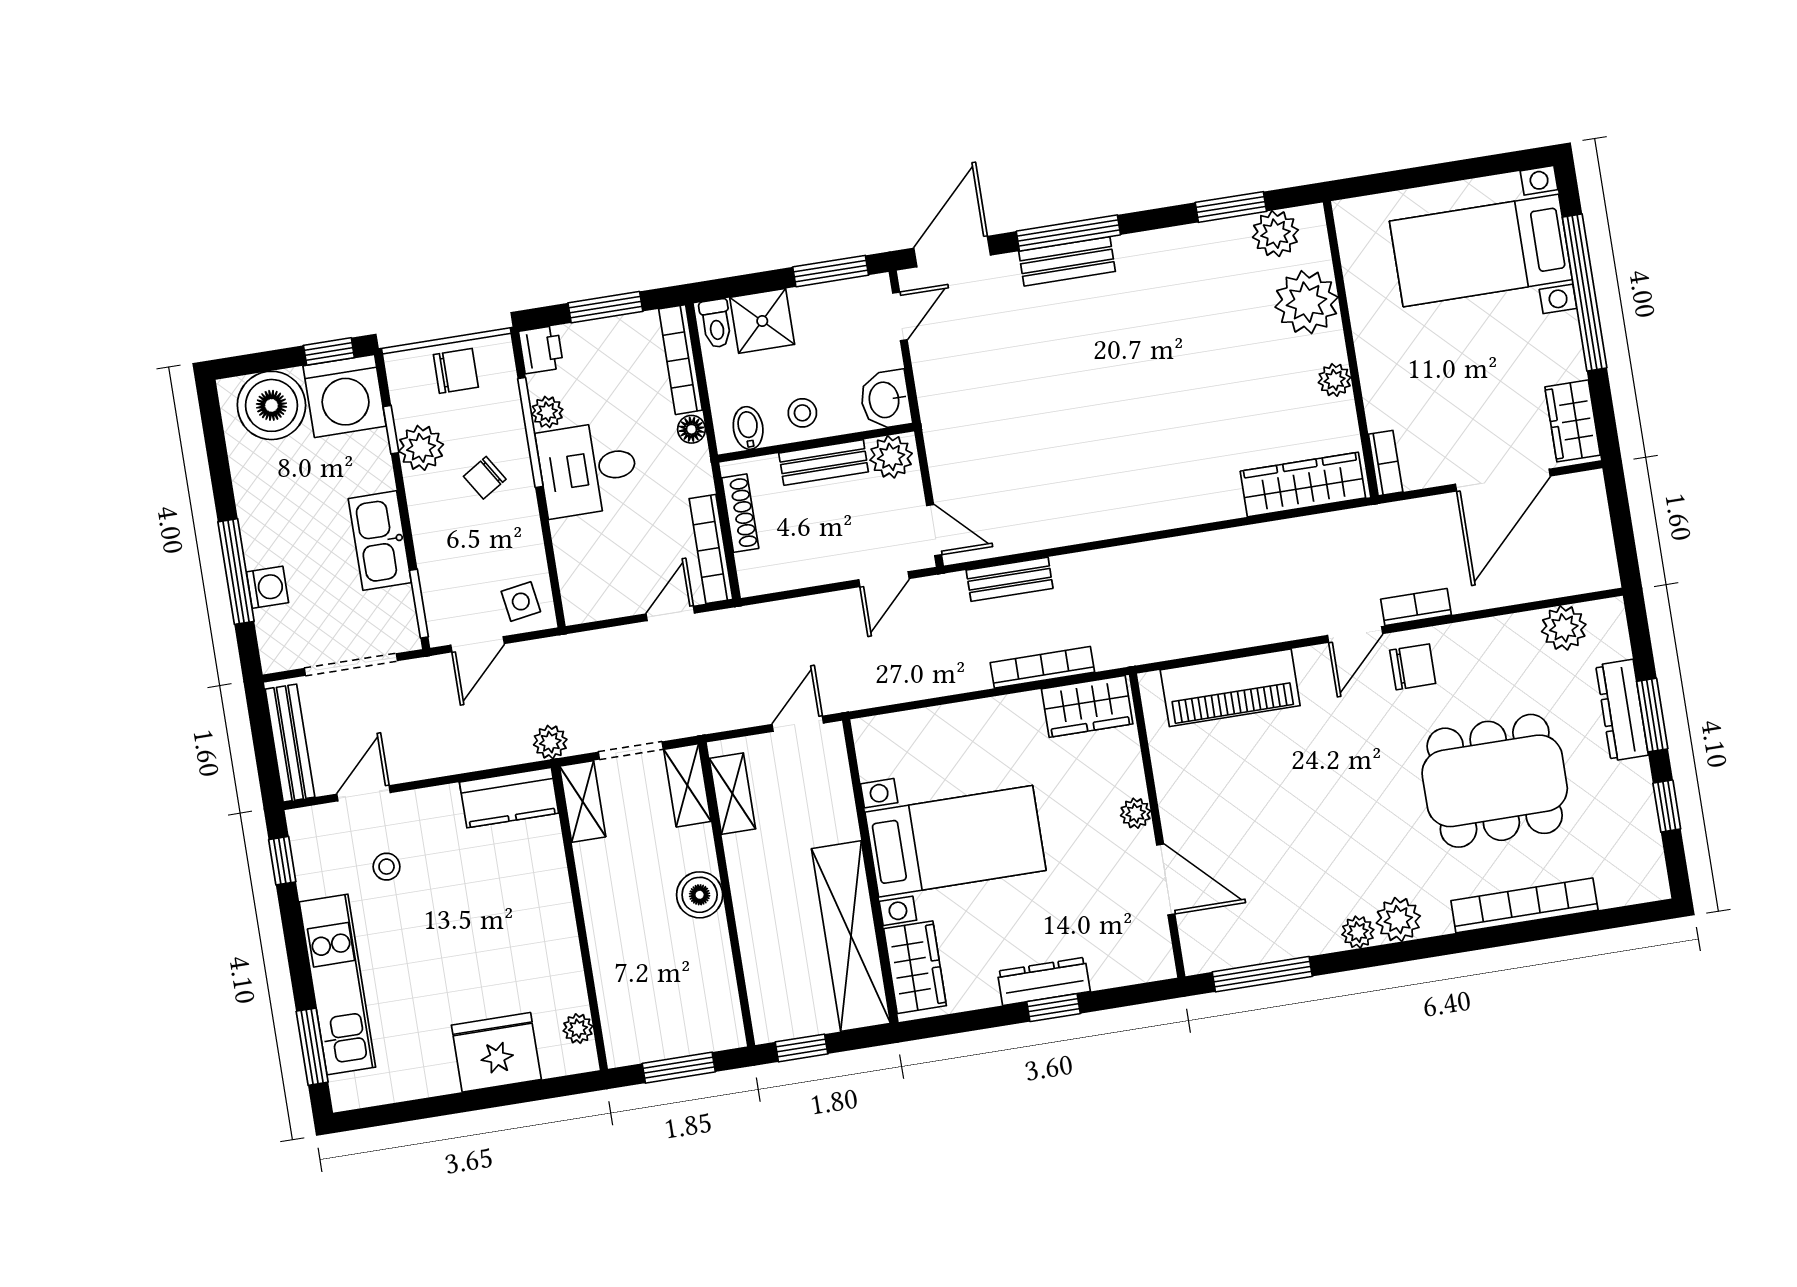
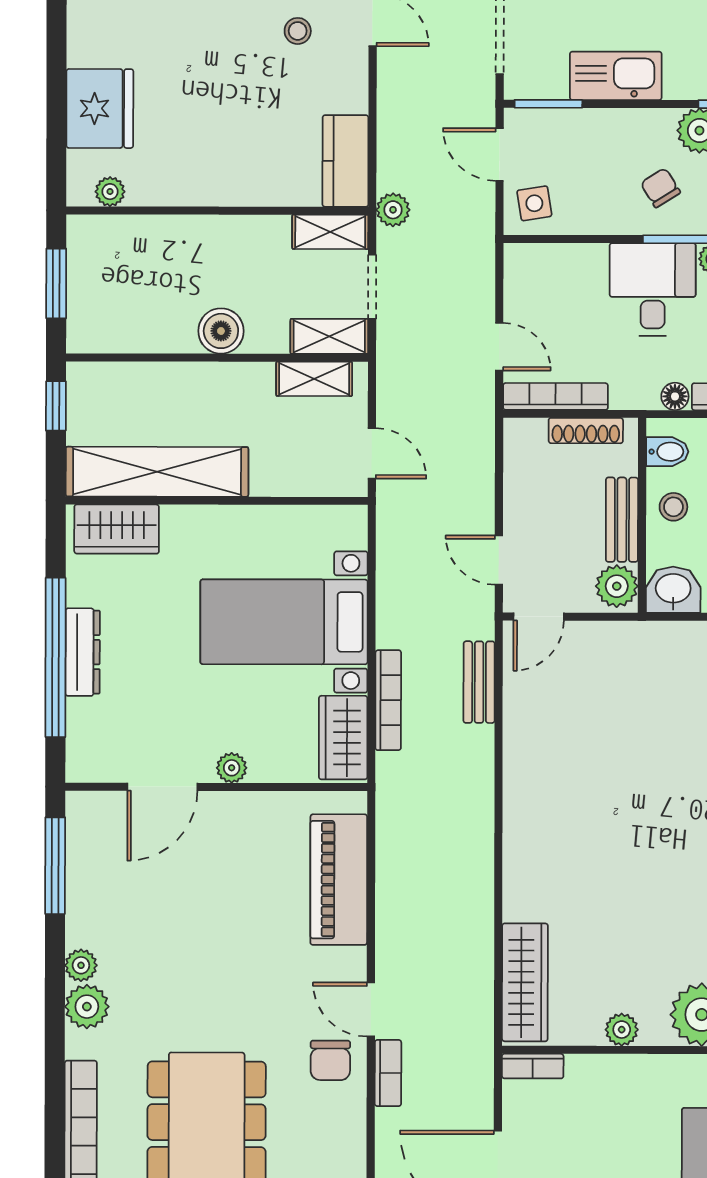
bed with nightstands: (956, 841) -> (284, 622), moved, turned 90
window: (1054, 1008) -> (56, 657), width x3.17

